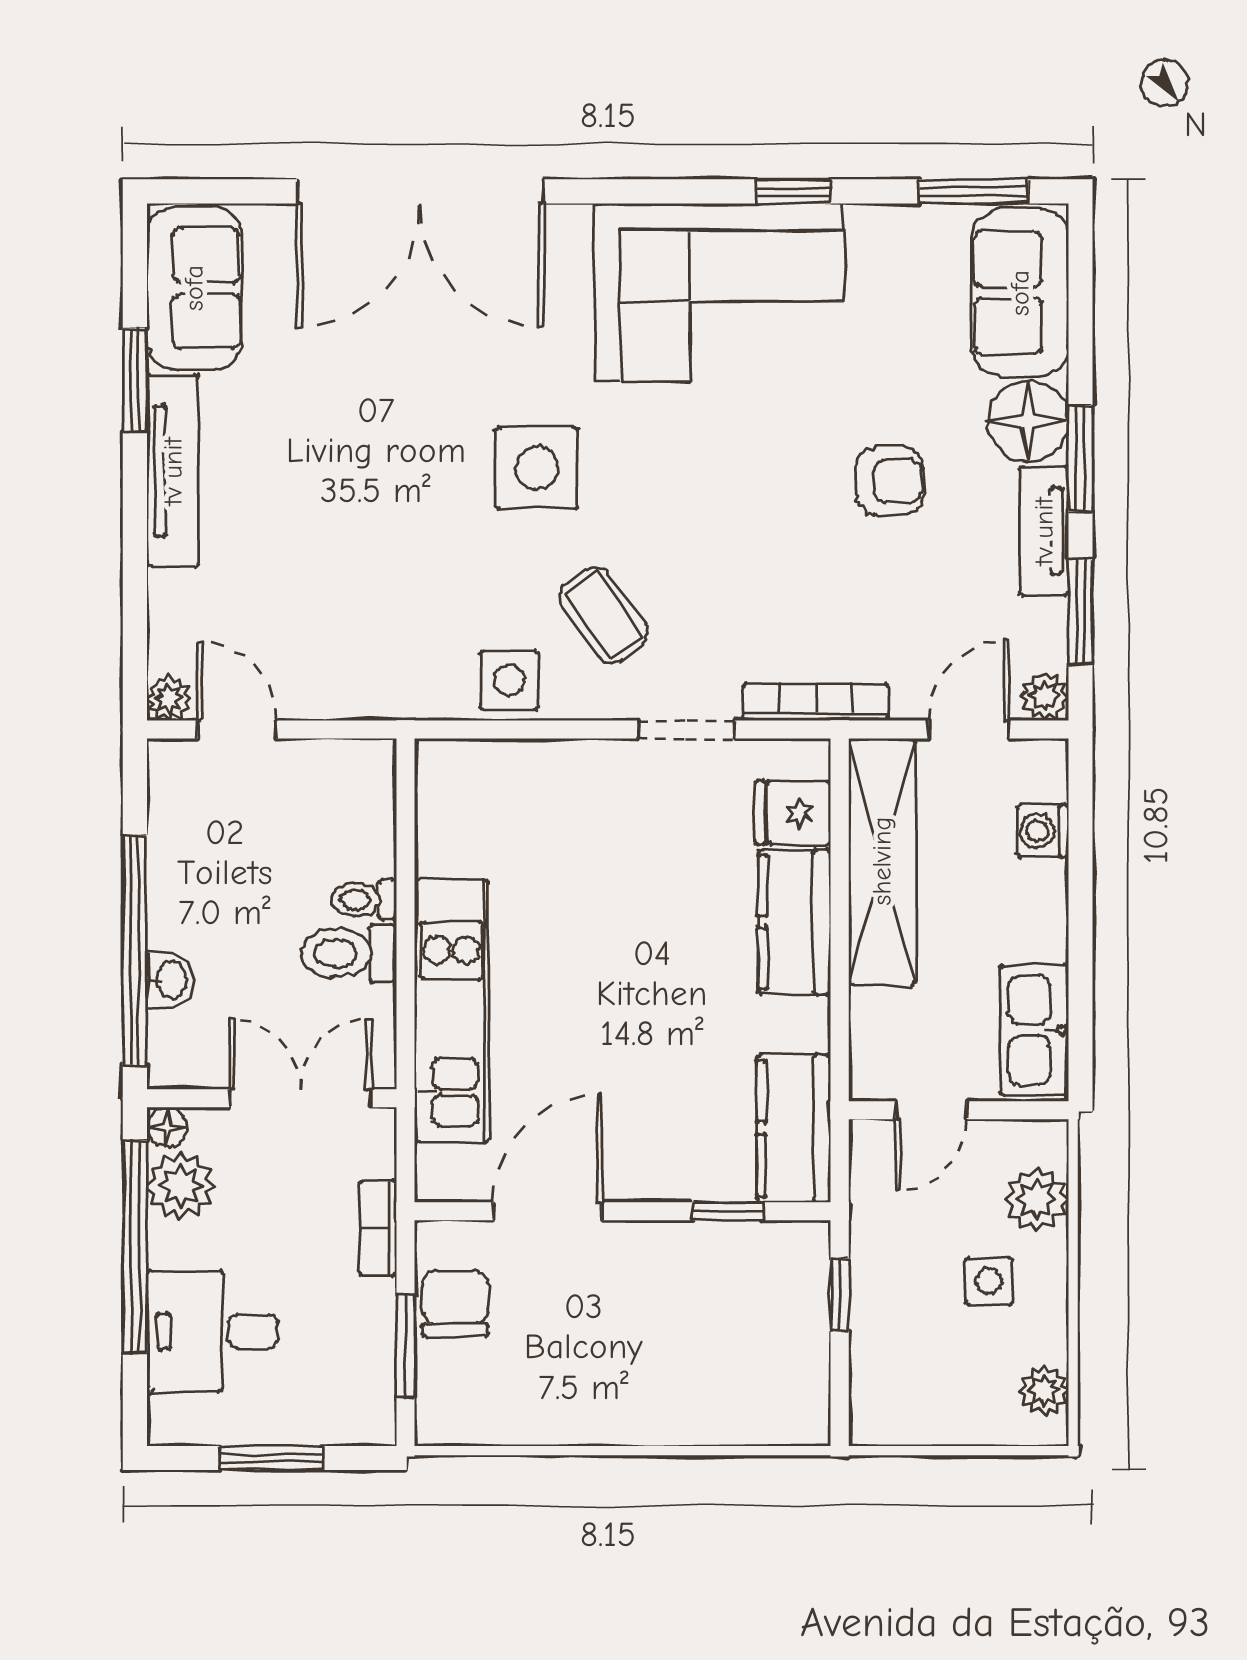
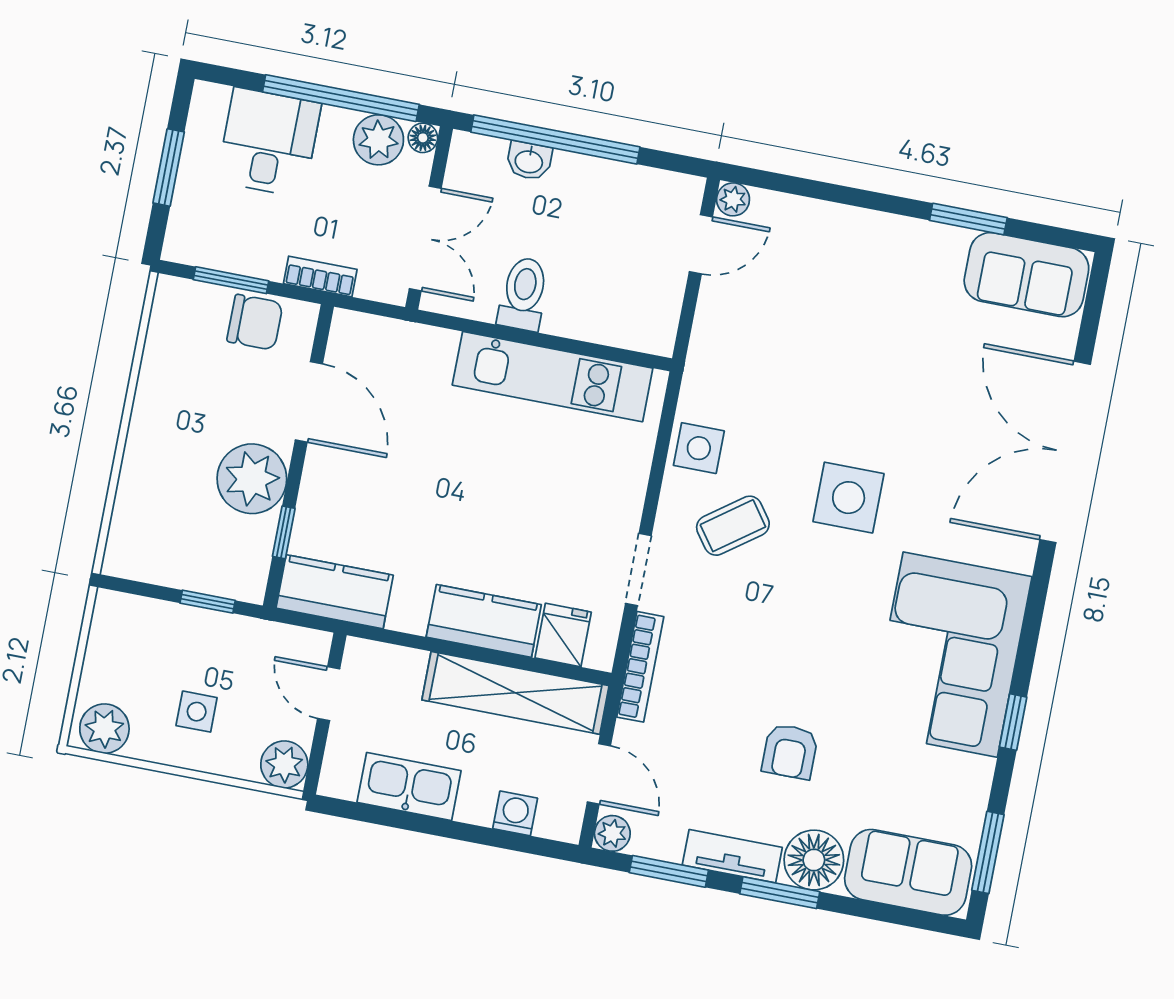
tv unit: (173, 471) -> (897, 234), removed
toilet: (364, 900) -> (560, 313), removed
kitchen unit: (451, 1011) -> (553, 377), moved
kitchen sink: (1034, 1030) -> (409, 787), moved
plant: (1037, 1199) -> (284, 764), moved
plant: (665, 1267) -> (252, 479), added
plant: (1044, 1391) -> (104, 729), width x1.38, depth x1.38

